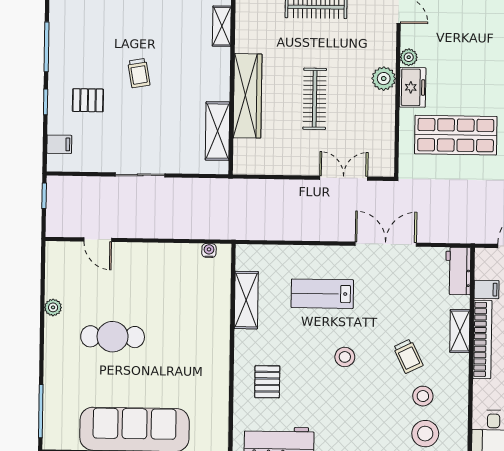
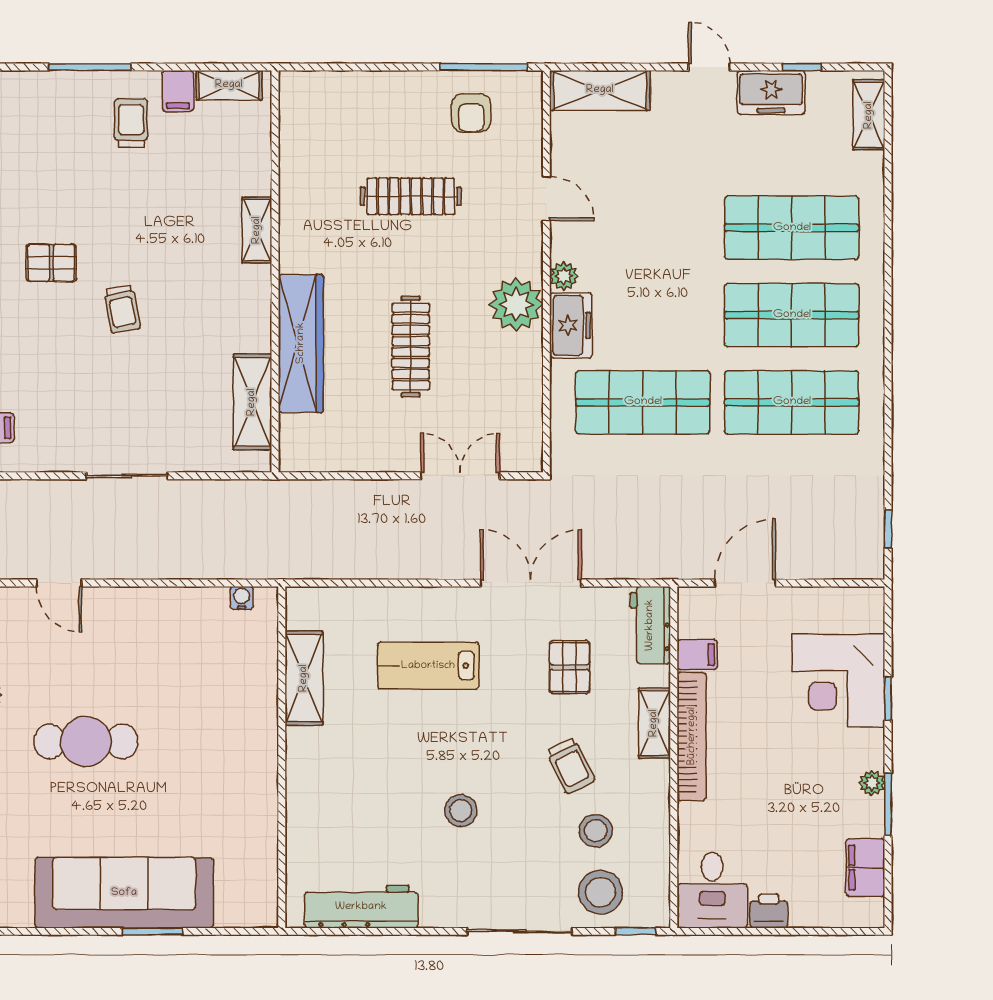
plant: (384, 79) -> (516, 304), width x1.36, depth x1.36
pallet: (88, 100) -> (51, 263), moved
stool: (345, 357) -> (461, 810), moved
pallet: (267, 382) -> (570, 667), moved

